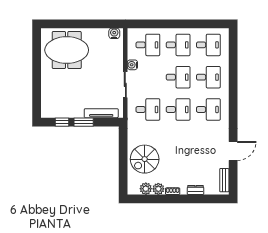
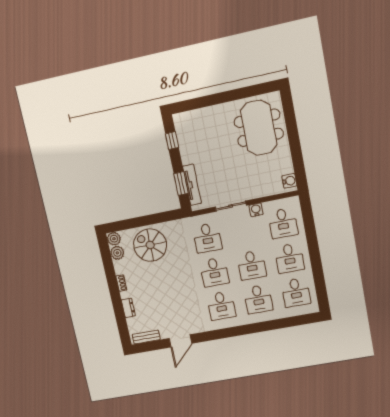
window: (84, 122) -> (181, 184), moved
door: (233, 151) -> (180, 341), hinge flipped
plant: (158, 189) -> (114, 239), moved

